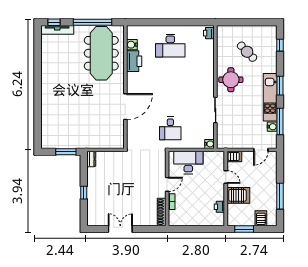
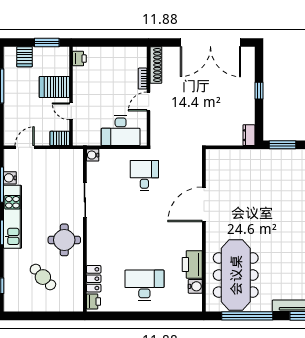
locker: (209, 50) -> (94, 279), added
printer: (219, 207) -> (79, 59), moved
double door: (120, 229) -> (210, 42), width x1.87

